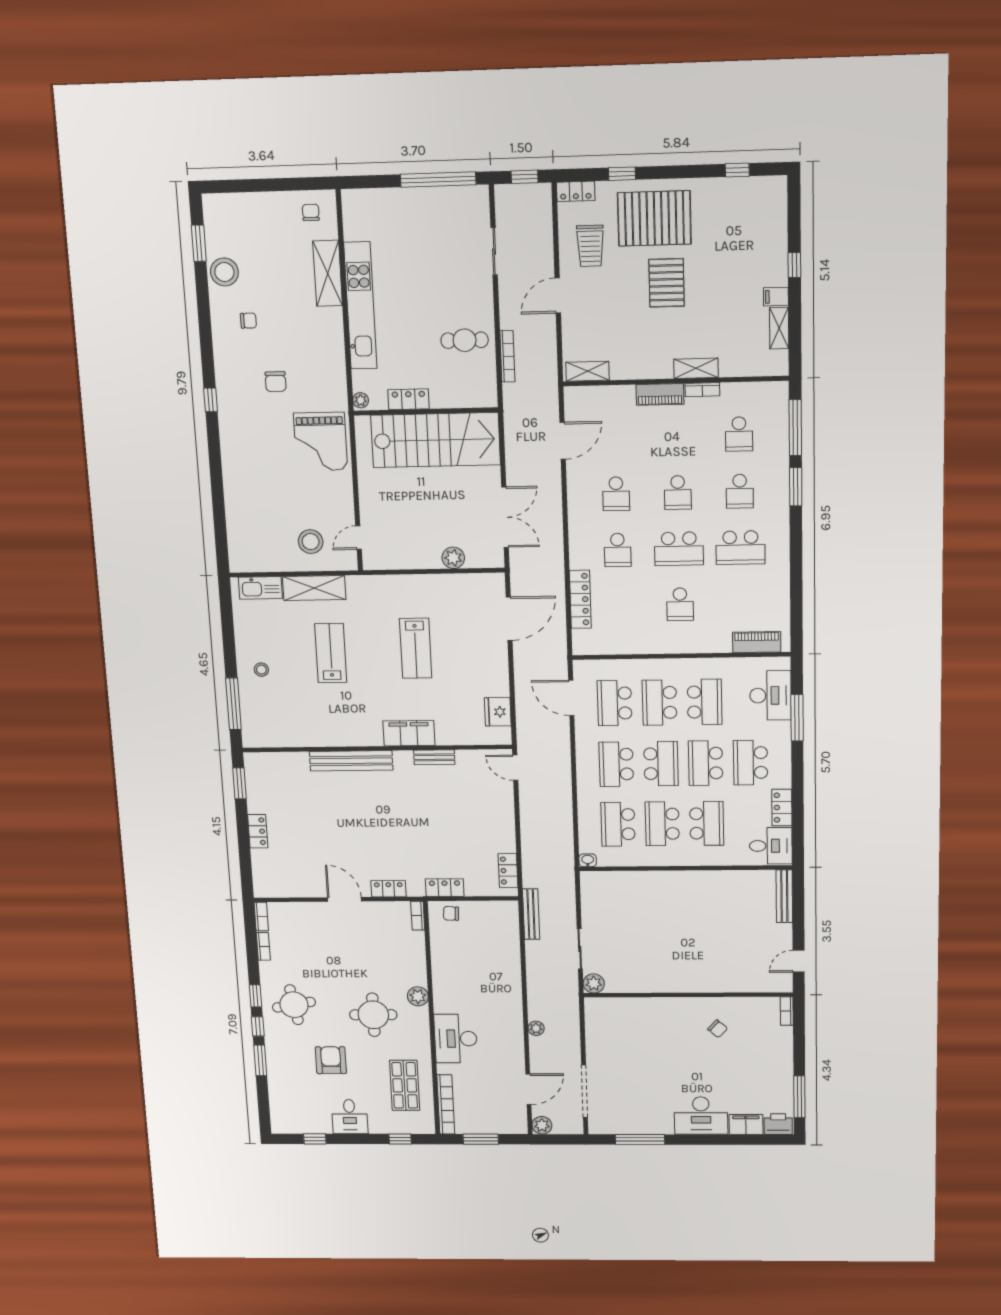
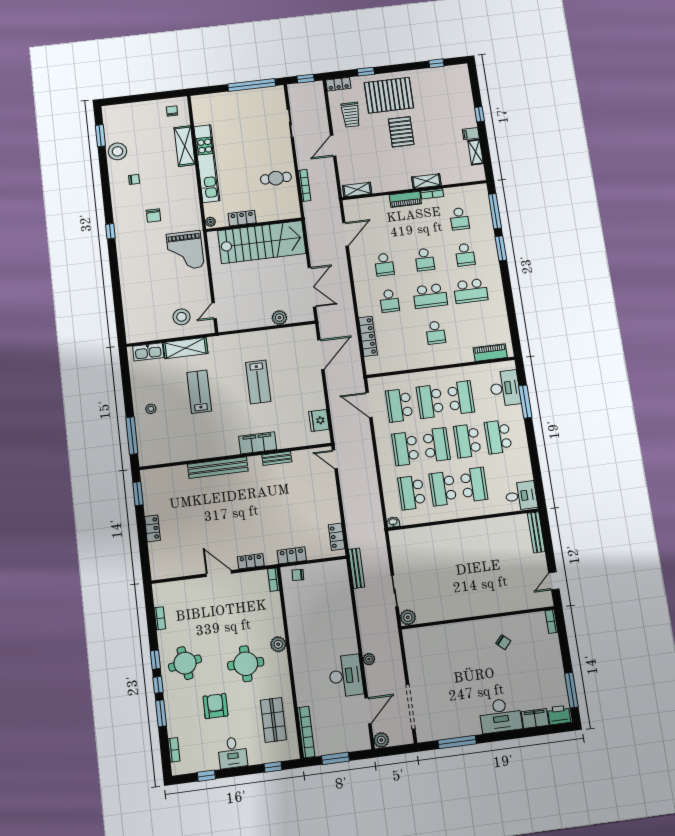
locker: (782, 808) -> (525, 467), removed
bookcase: (261, 917) -> (174, 750), moved
desk: (456, 1039) -> (346, 676), moved, turned 180

